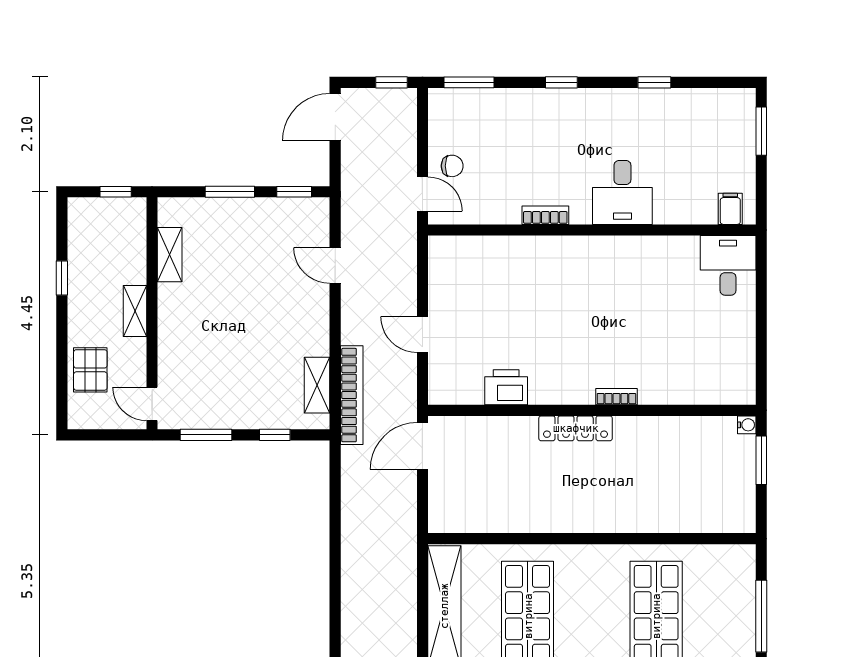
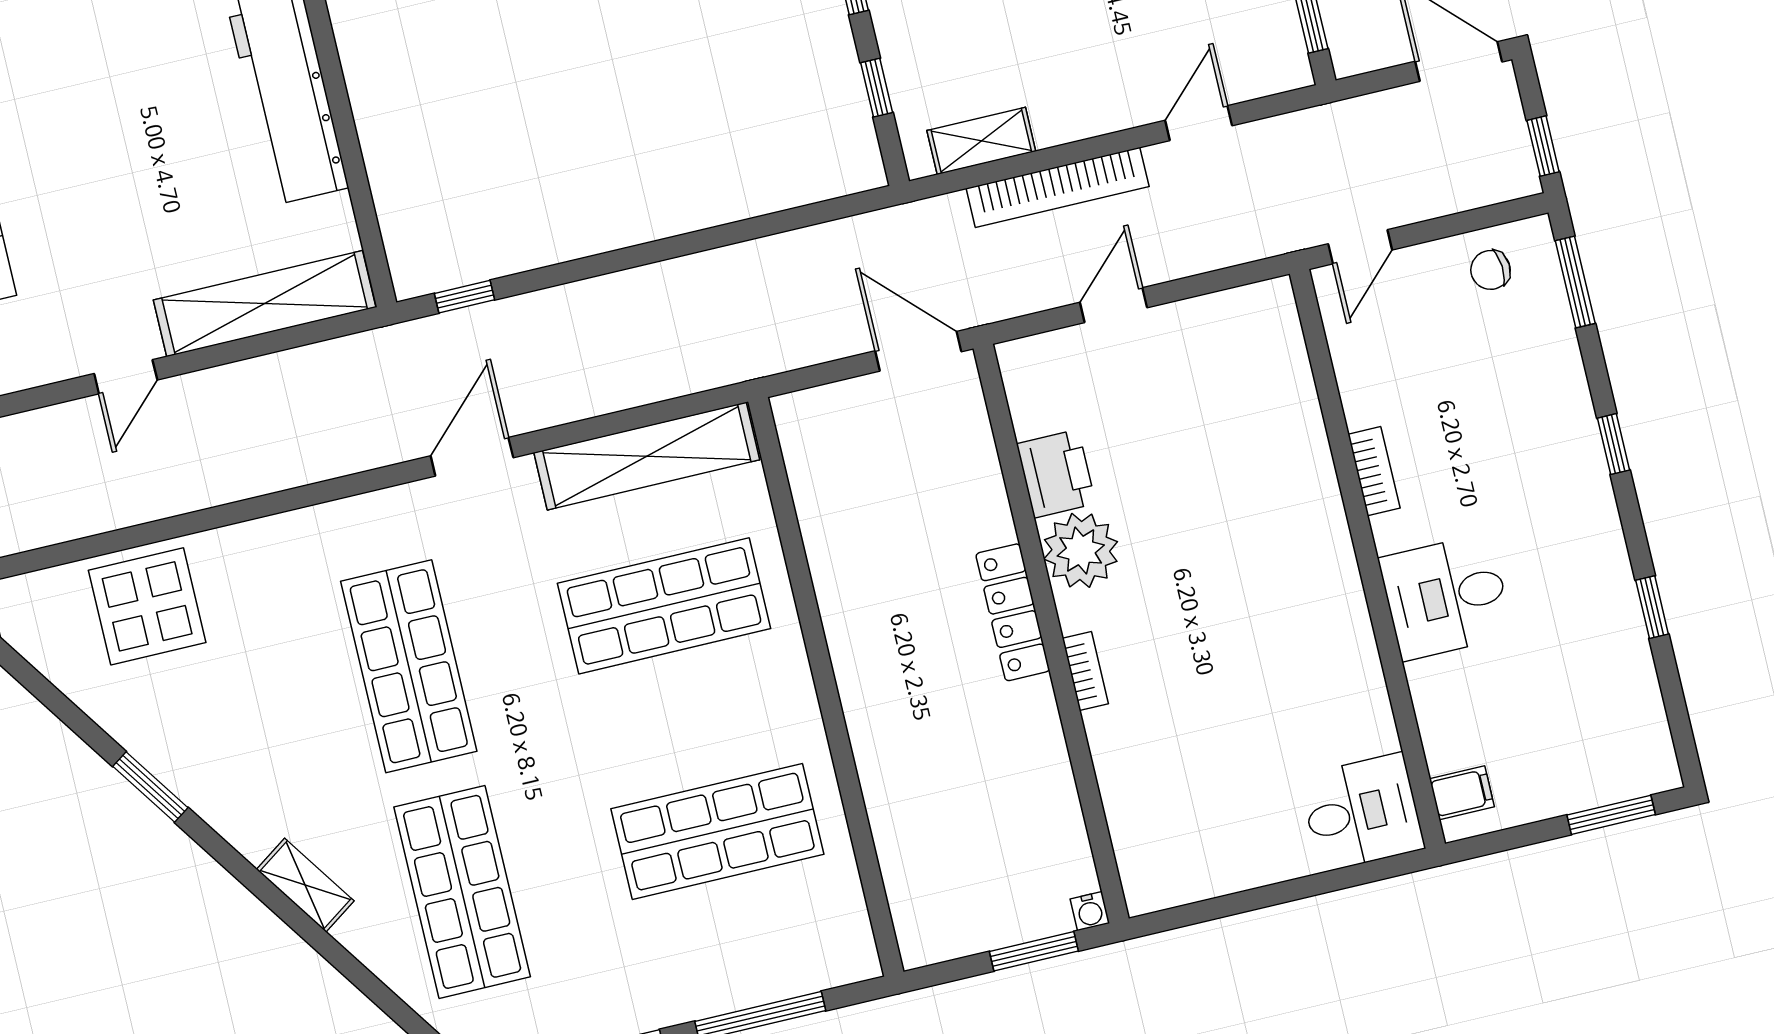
chair: (452, 166) -> (1491, 270), moved, turned 86
plant: (551, 384) -> (1081, 550), added
bookcase: (352, 395) -> (1058, 187), moved

